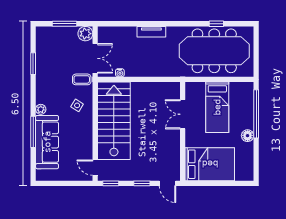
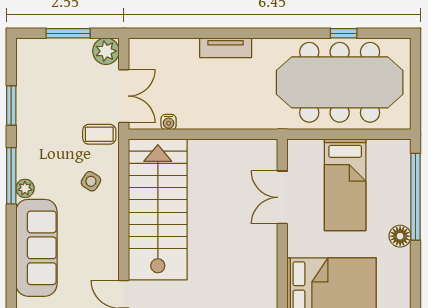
window: (33, 132) -> (11, 176), moved

